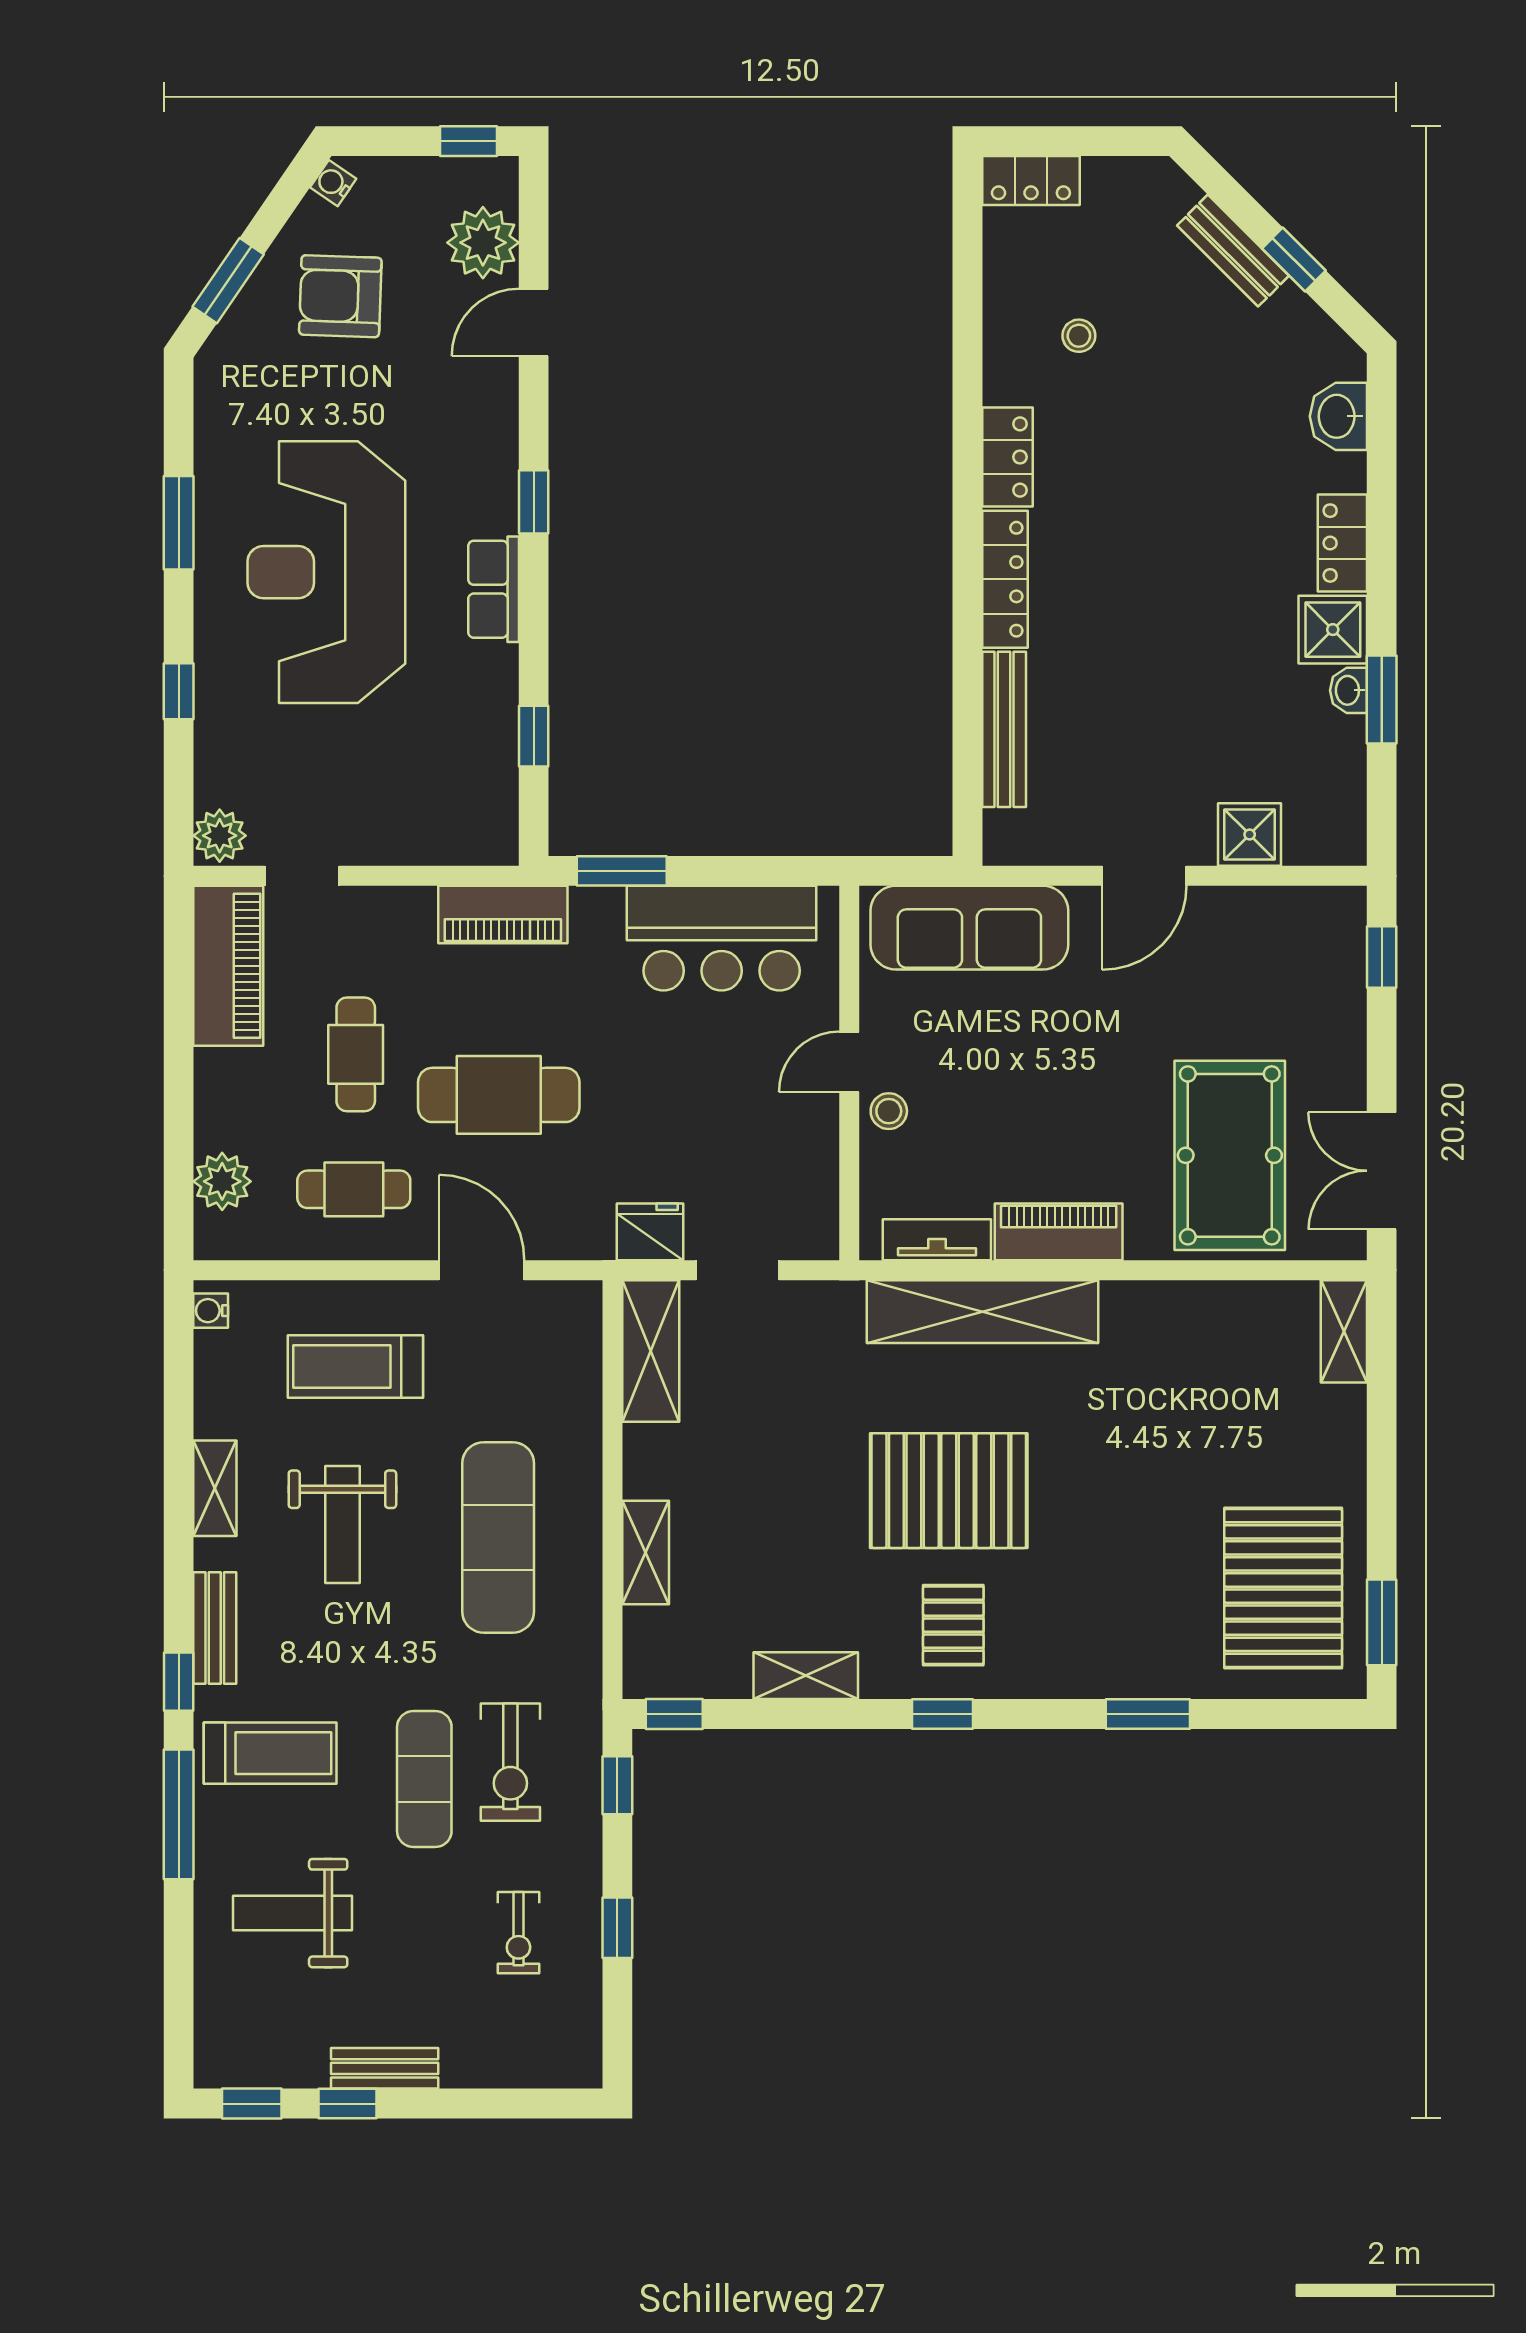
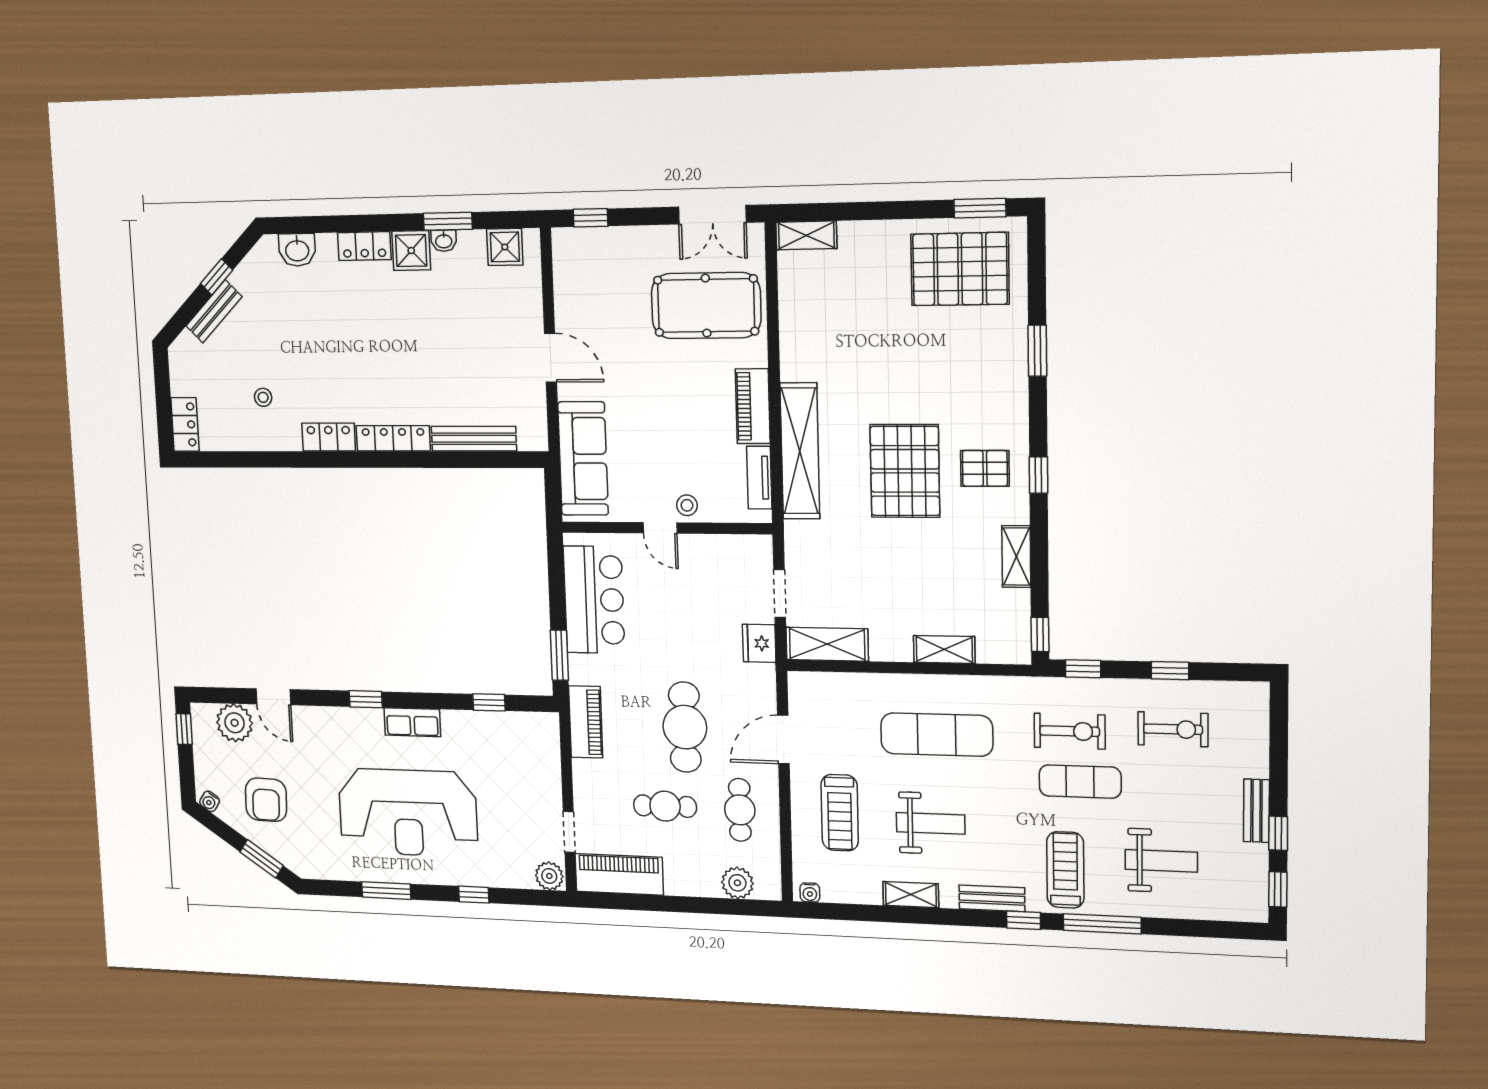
shower: (1250, 834) -> (505, 247), moved
weight bench: (293, 1913) -> (1161, 861), turned -90
exercise bike: (518, 1933) -> (1173, 729), width x1.38, depth x1.39

